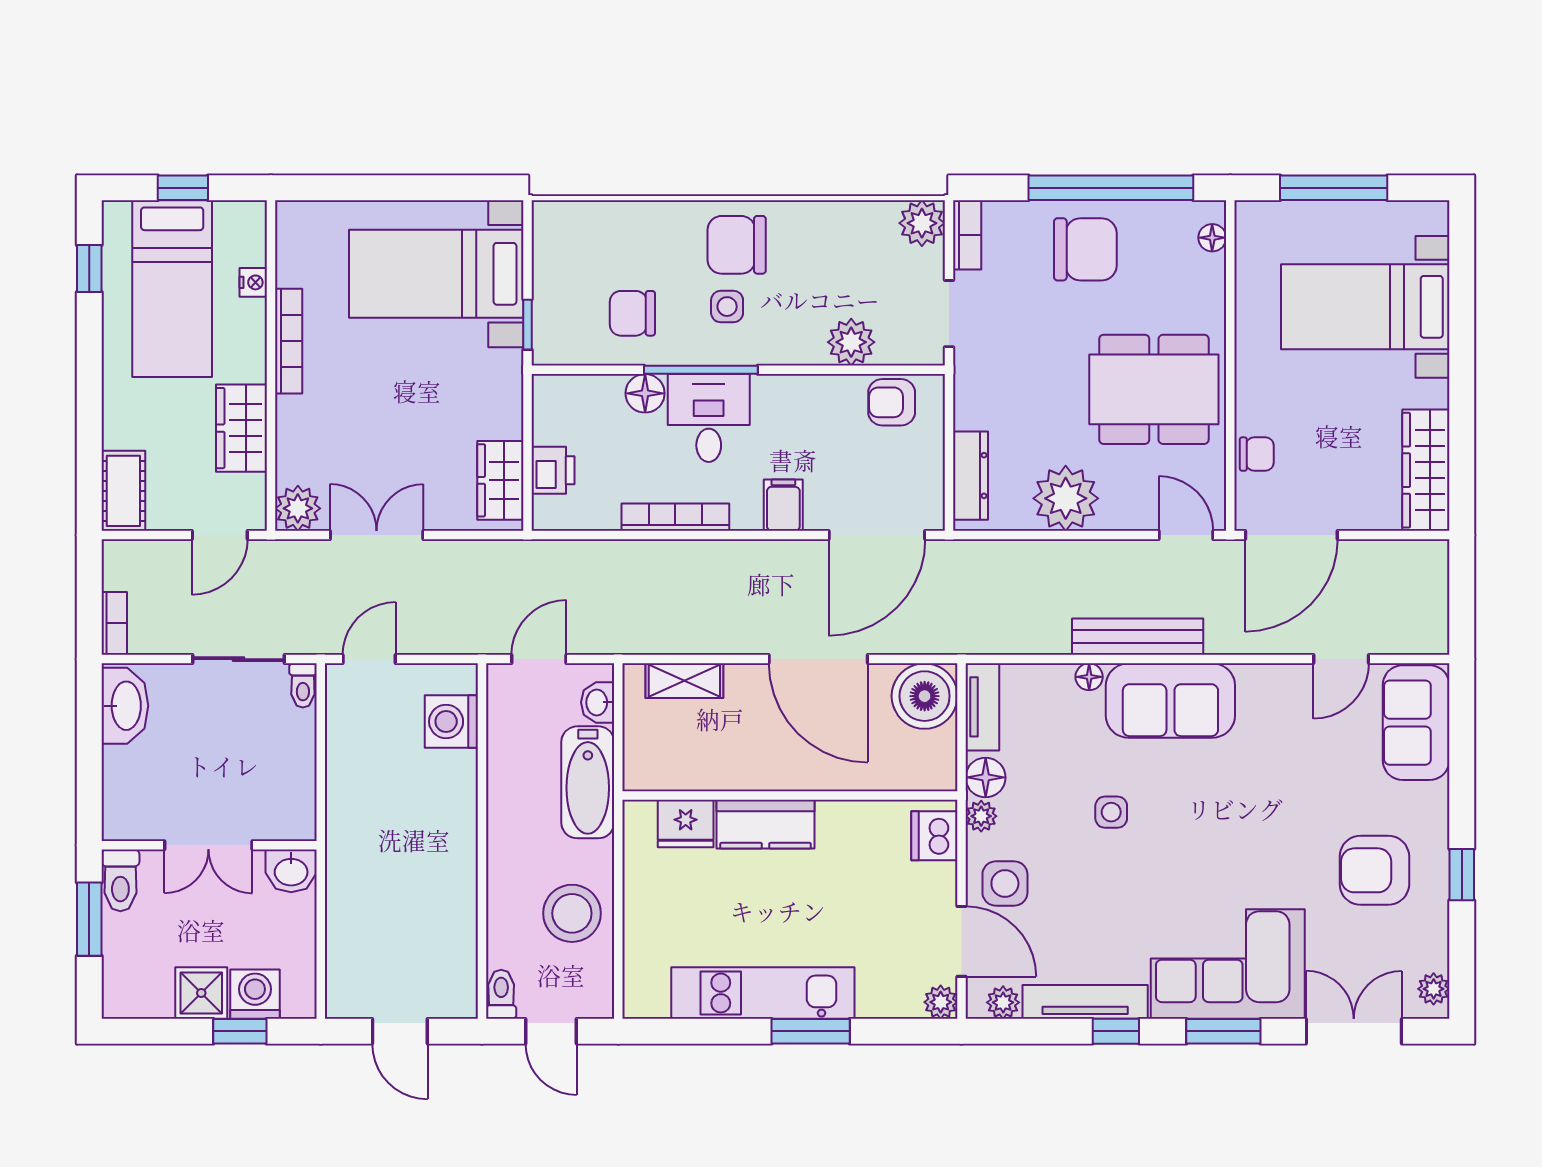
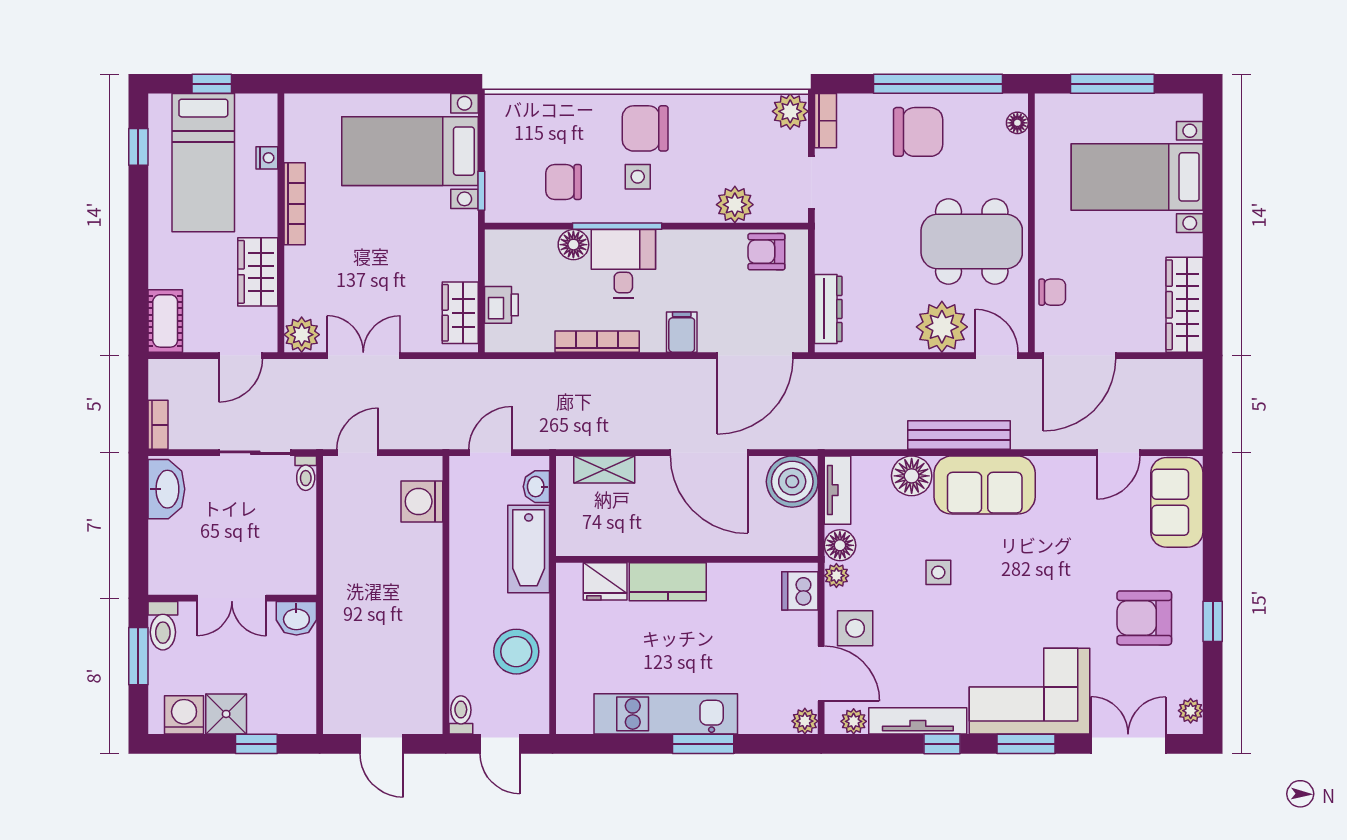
plant: (1066, 498) -> (942, 327), moved
floor lamp: (1089, 677) -> (912, 476), width x1.89, depth x1.89
washing machine: (255, 994) -> (184, 715), moved

